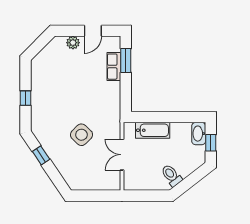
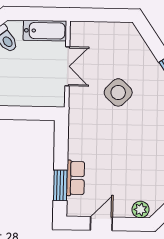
plant: (73, 43) -> (140, 210), moved
bathtub: (153, 130) -> (45, 31), moved, turned 180

